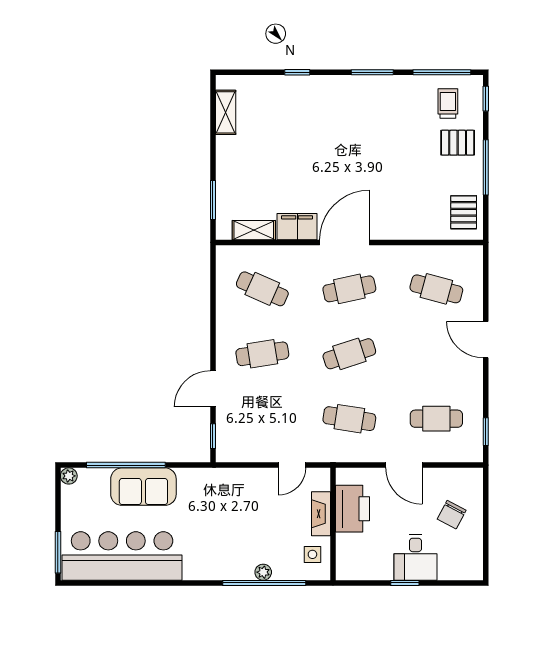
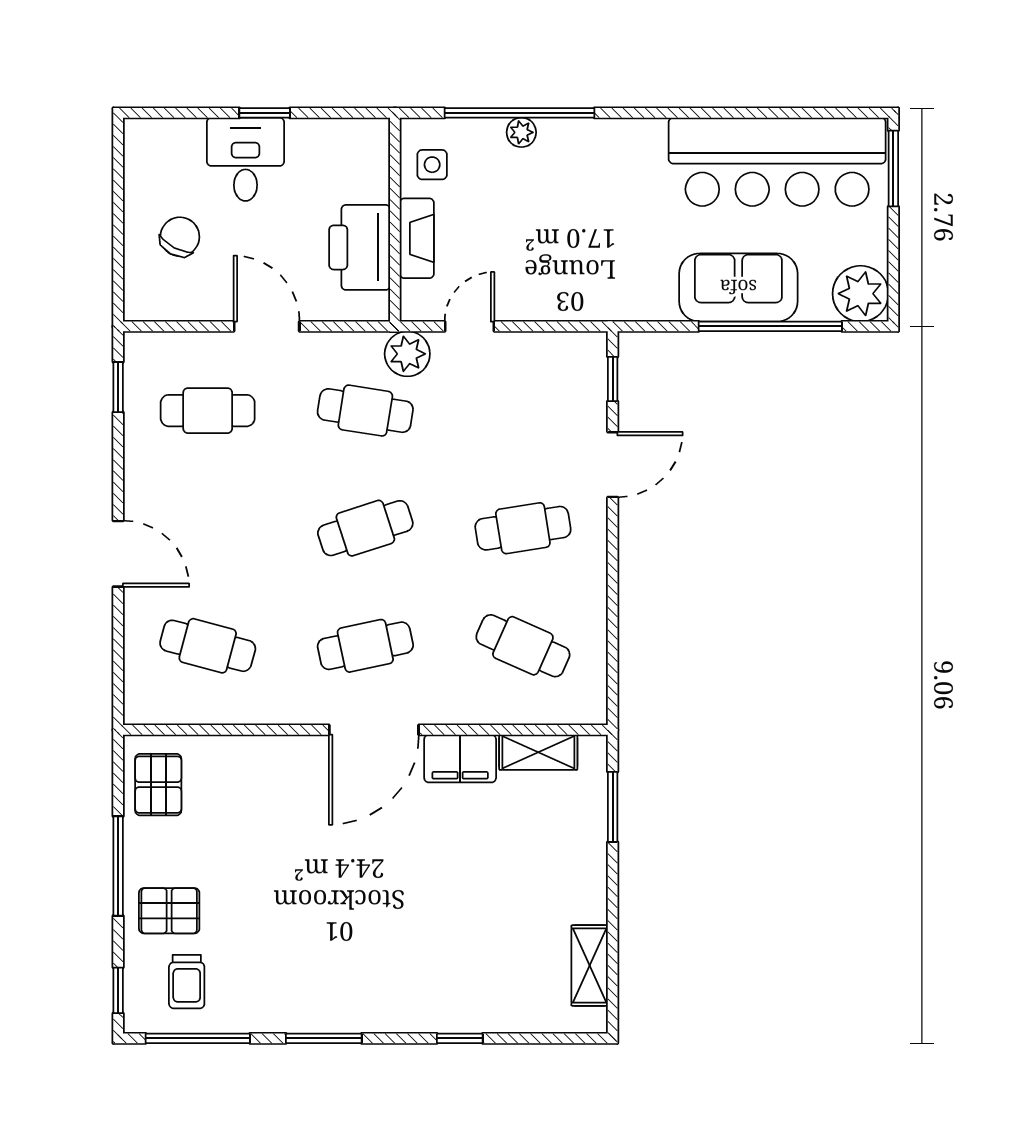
plant: (326, 450) -> (407, 354), added
plant: (69, 476) -> (861, 294), width x1.88, depth x1.88

